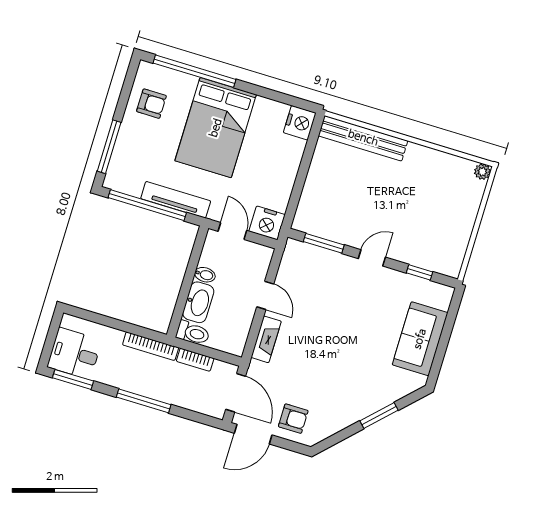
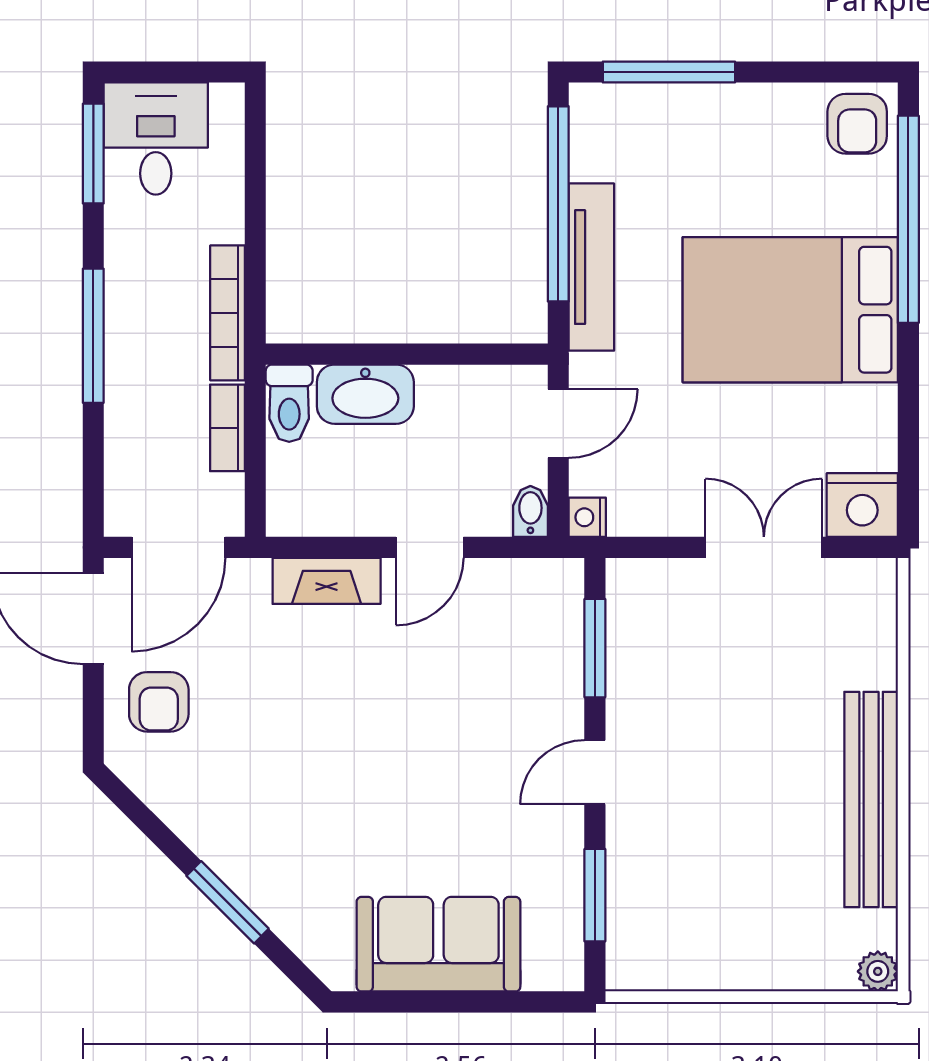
armchair: (151, 104) -> (857, 124), moved
bench: (363, 138) -> (871, 799), moved
double door: (305, 166) -> (764, 547), added
nightstand: (267, 223) -> (587, 517), width x0.53, depth x0.56
door: (372, 258) -> (595, 772), swing flipped
window: (420, 272) -> (595, 895), width x1.50
bidet: (205, 275) -> (530, 511), moved, turned 180

